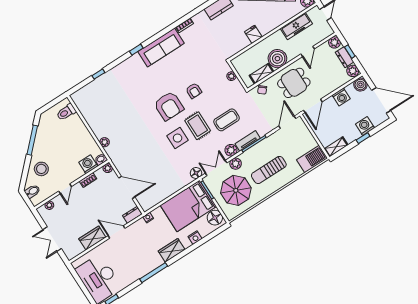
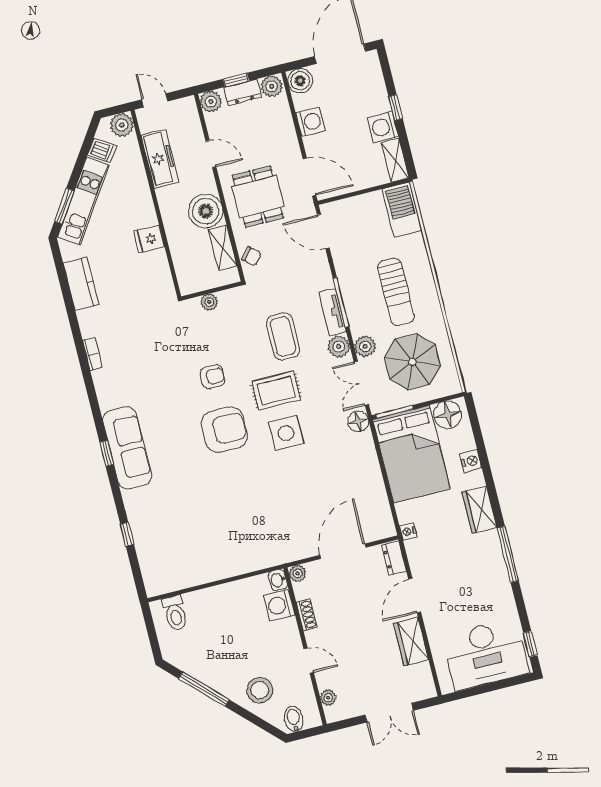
sofa: (161, 47) -> (127, 448), moved
washing machine: (365, 126) -> (383, 127), moved
plant: (105, 142) -> (250, 563), removed

